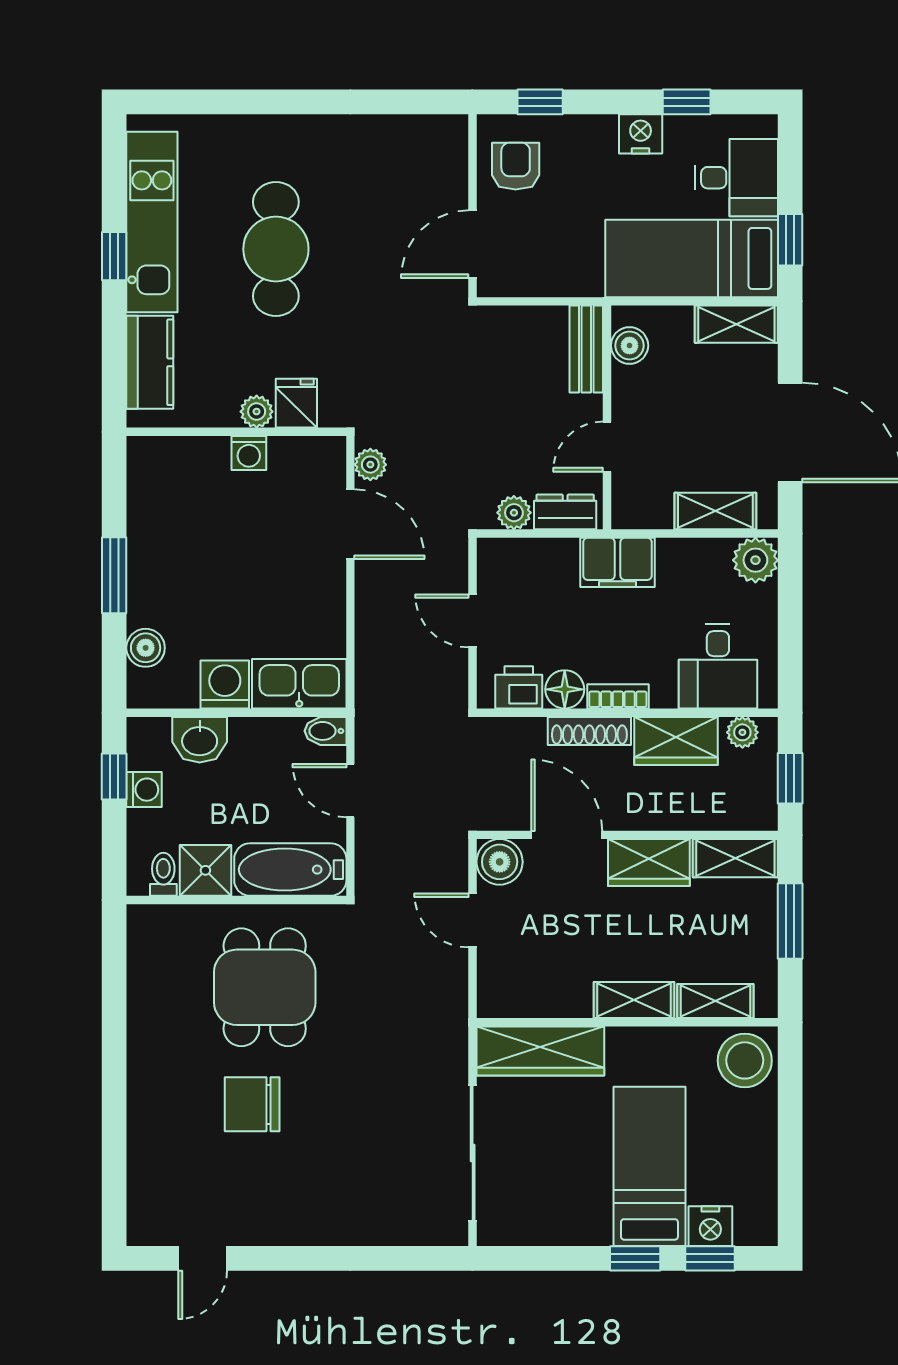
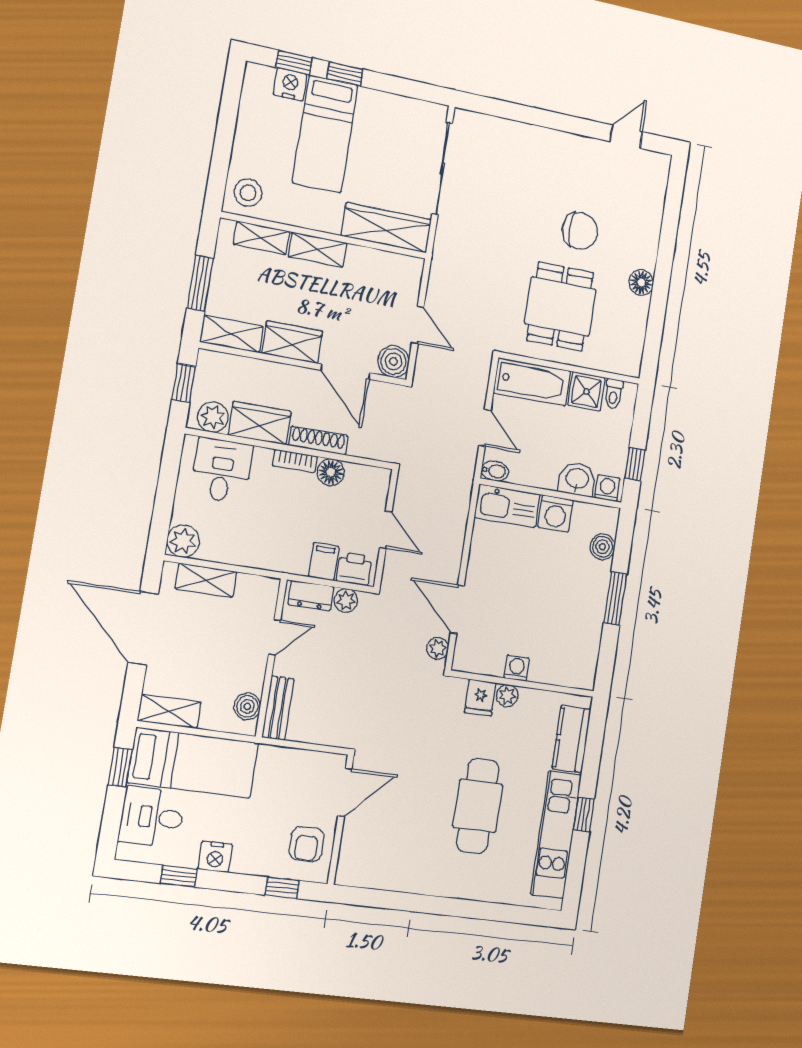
filing cabinet: (617, 562) -> (324, 562), moved, width x0.50
printer: (519, 687) -> (354, 569), moved, turned 180
plant: (742, 732) -> (213, 417), width x1.38, depth x1.38
washing machine: (144, 790) -> (607, 488), moved, turned 90
floor lamp: (146, 1047) -> (641, 282), added
stool: (745, 1060) -> (248, 193), width x0.73, depth x0.73

